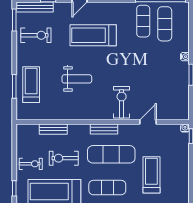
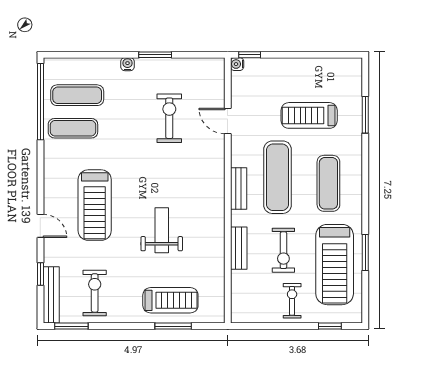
treadmill: (31, 85) -> (170, 300), turned 180
exercise bike: (122, 102) -> (169, 118), moved, turned 90
bench: (53, 129) -> (239, 248), moved

